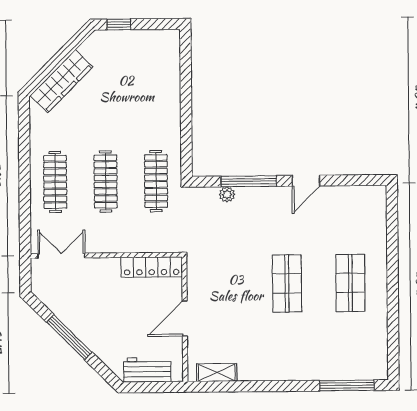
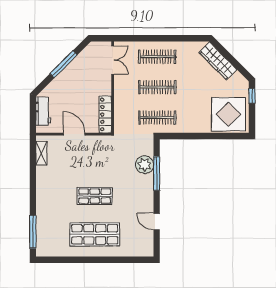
display table: (149, 63) -> (228, 114), added
door: (306, 181) -> (157, 222), moved
plant: (227, 195) -> (145, 165), width x1.87, depth x1.87
shop shelf: (350, 283) -> (95, 234), width x1.43, depth x1.36

